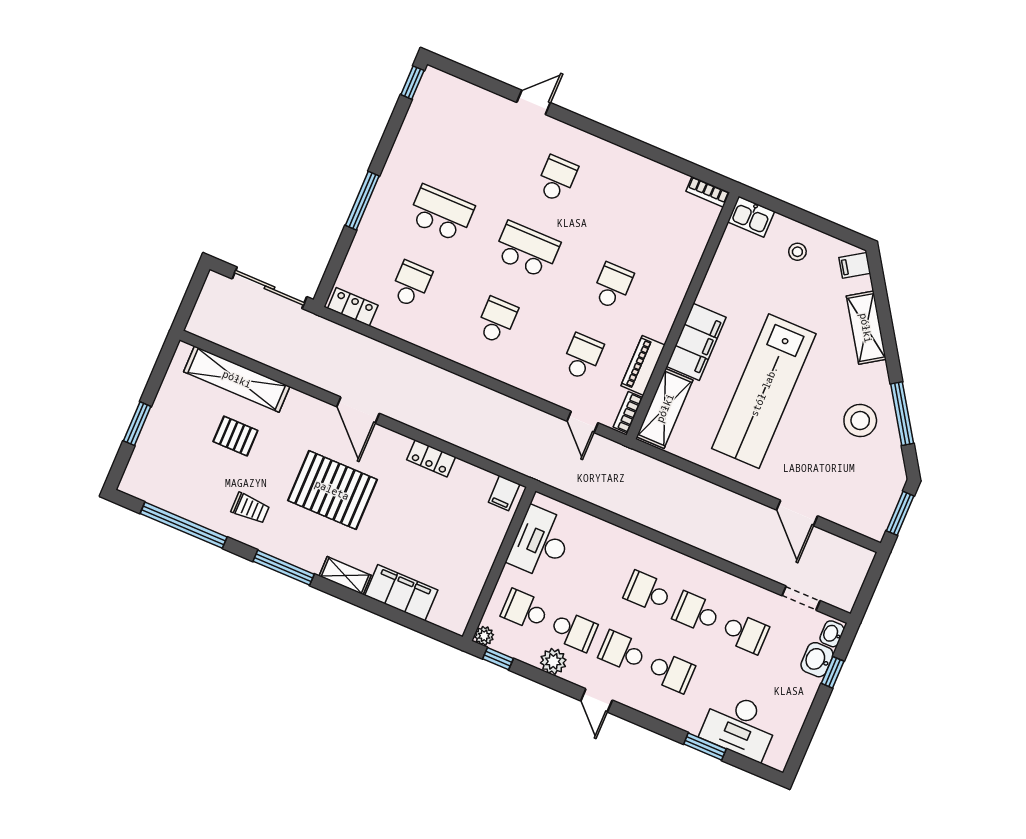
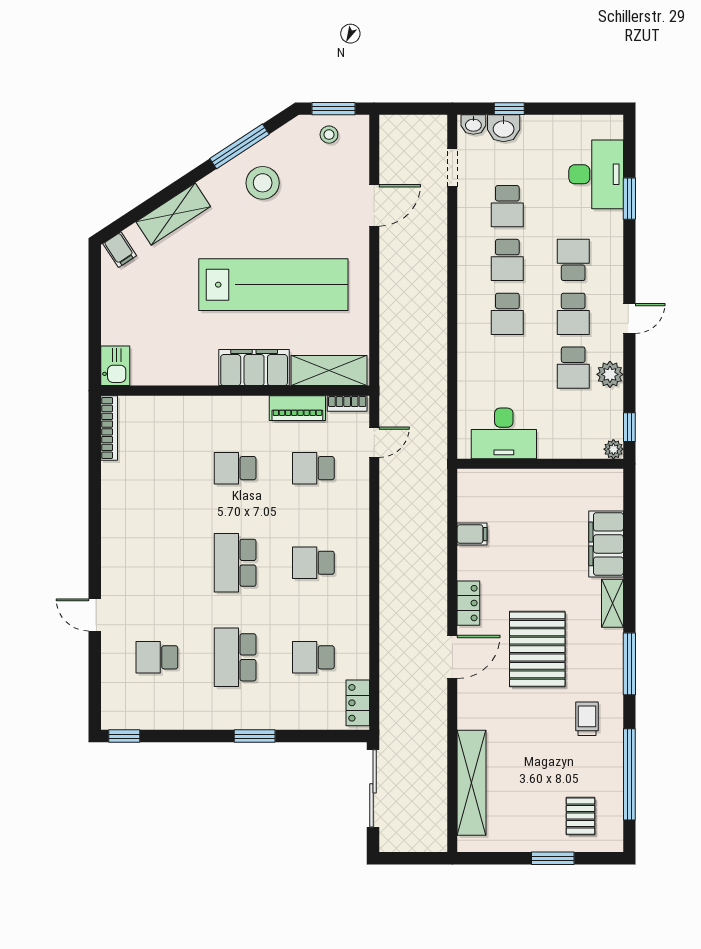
school desk: (557, 179) -> (157, 657), moved
bookcase: (708, 192) -> (109, 428), width x1.56
window: (362, 201) -> (255, 736), width x0.69
stool: (797, 252) -> (329, 135), moved
pallet: (235, 436) -> (580, 816), moved
locker: (431, 458) -> (468, 603), moved
filing cabinet: (504, 493) -> (472, 534), moved
school desk: (525, 610) -> (573, 421), removed
school desk: (574, 631) -> (573, 368), turned 180
school desk: (745, 633) -> (507, 206), turned 180

